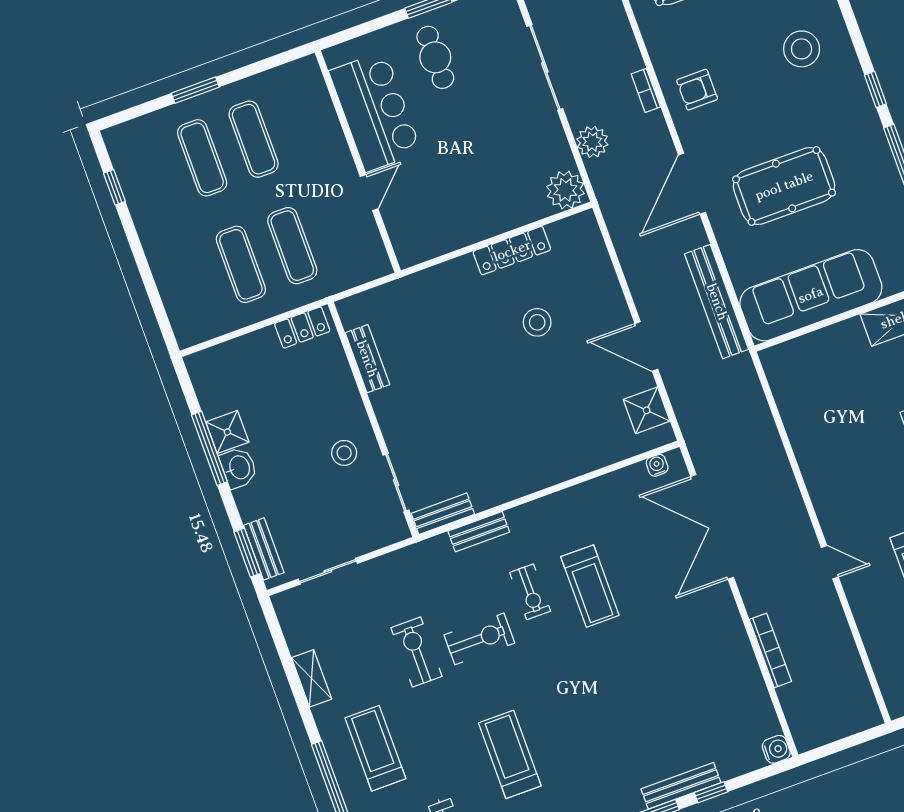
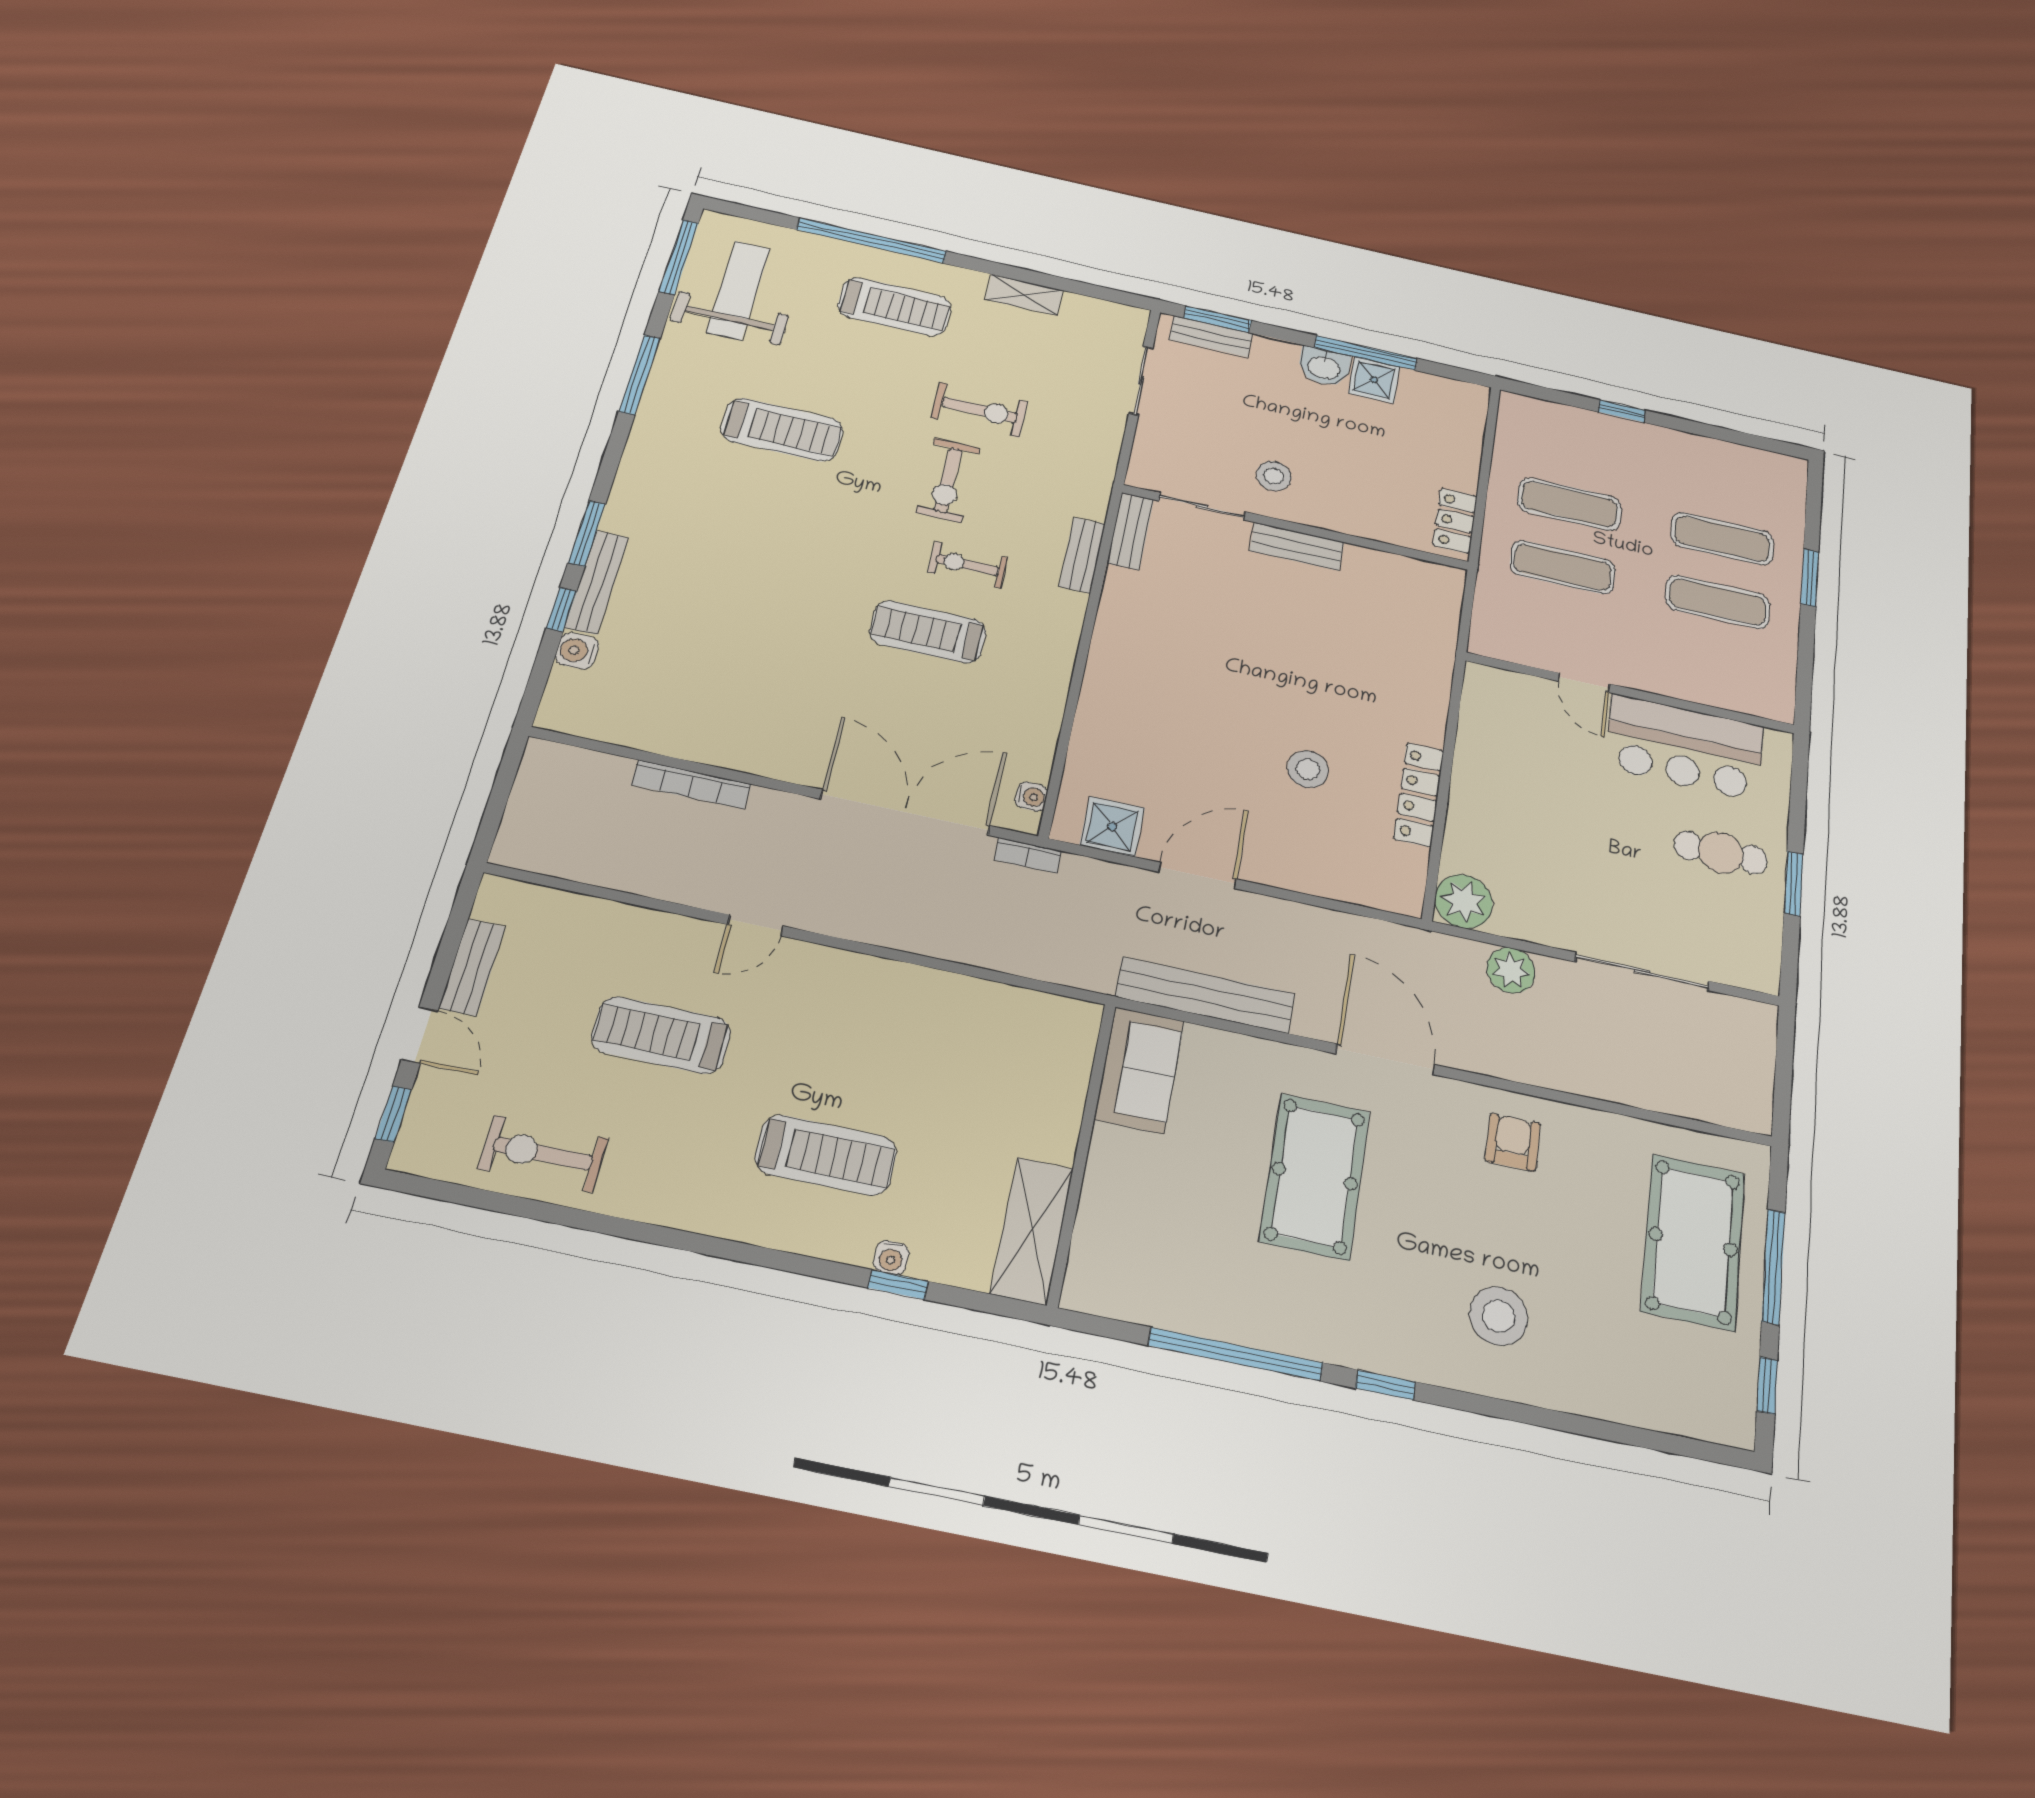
bookcase: (646, 90) -> (1028, 855), moved, turned 180
window: (114, 187) -> (1622, 411), moved
sofa: (811, 295) -> (1139, 1070), width x0.54, depth x0.79
bench: (367, 359) -> (1297, 546), moved
water cooler: (776, 749) -> (577, 651), moved, turned 90

